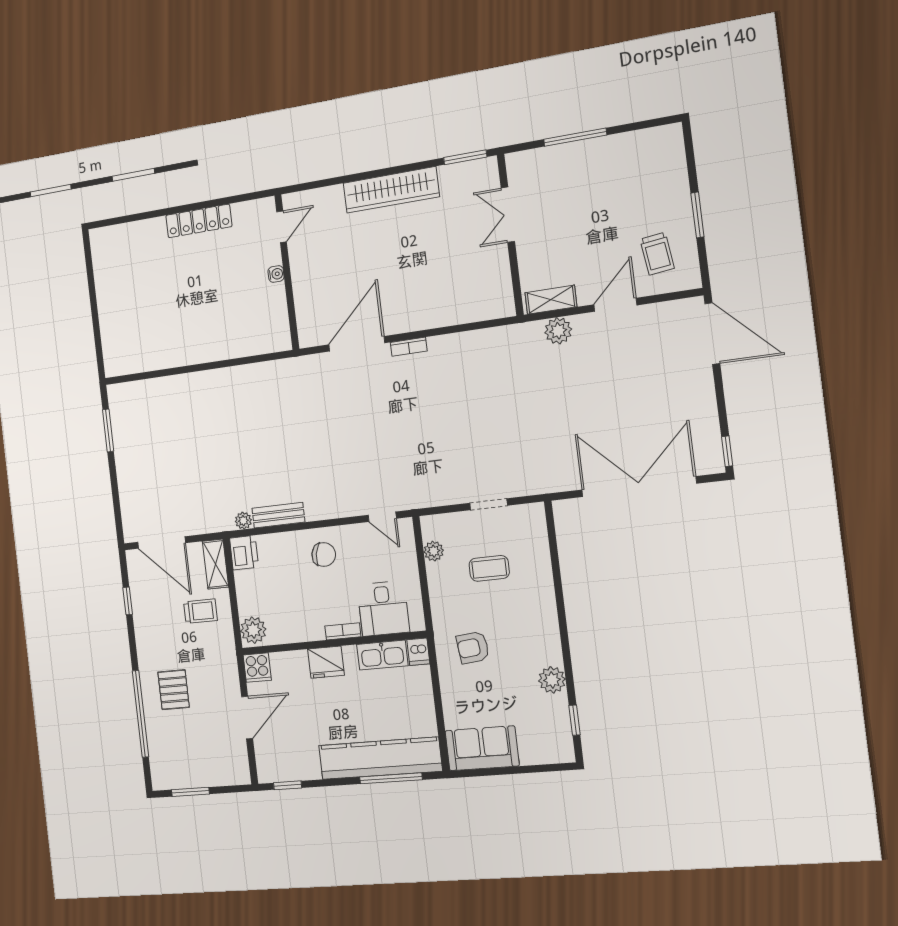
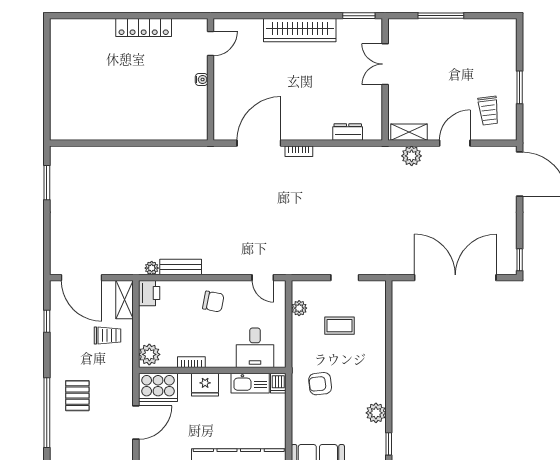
dresser: (469, 312) -> (348, 132), added
bookcase: (343, 631) -> (191, 362), moved
cooker: (257, 668) -> (158, 387), width x1.87, depth x1.31

